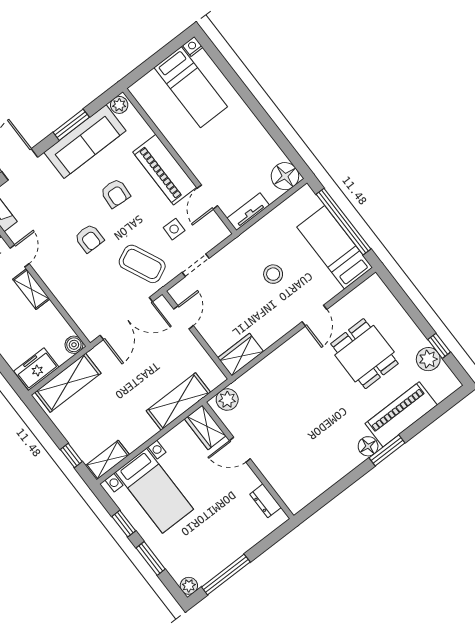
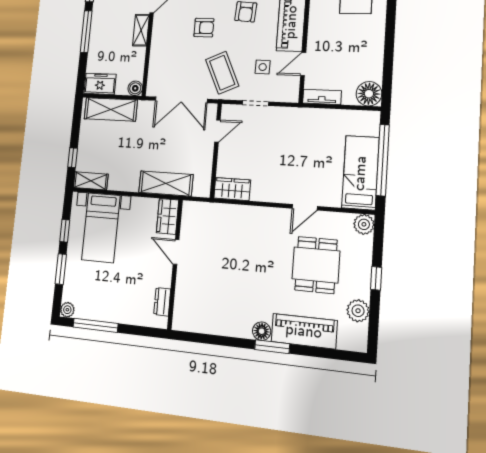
armchair: (89, 238) -> (204, 28), turned -90
stool: (273, 274) -> (302, 154), removed
window: (439, 346) -> (376, 278), moved
plant: (227, 400) -> (364, 224), moved

